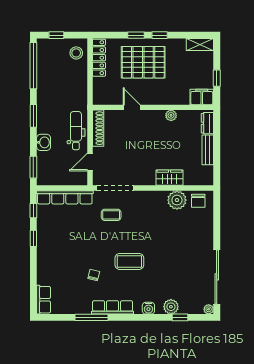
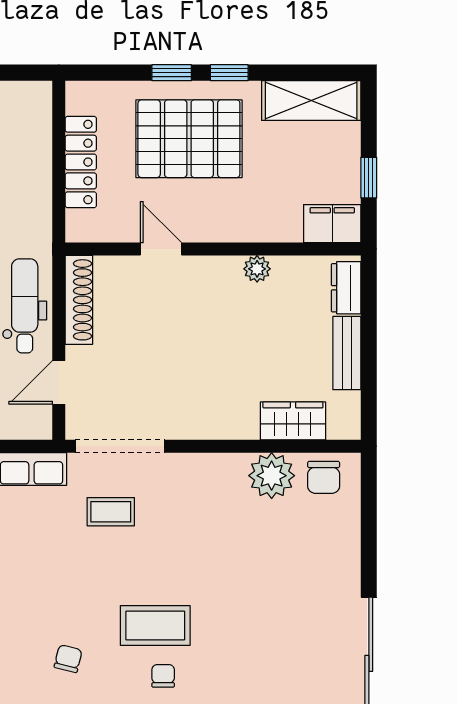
shelving: (200, 45) -> (311, 100), width x1.50, depth x1.33
stool: (76, 53) -> (25, 116), removed
locker: (99, 58) -> (81, 162), moved
wardrobe: (169, 178) -> (293, 421), moved
chair: (133, 282) -> (163, 676), added

